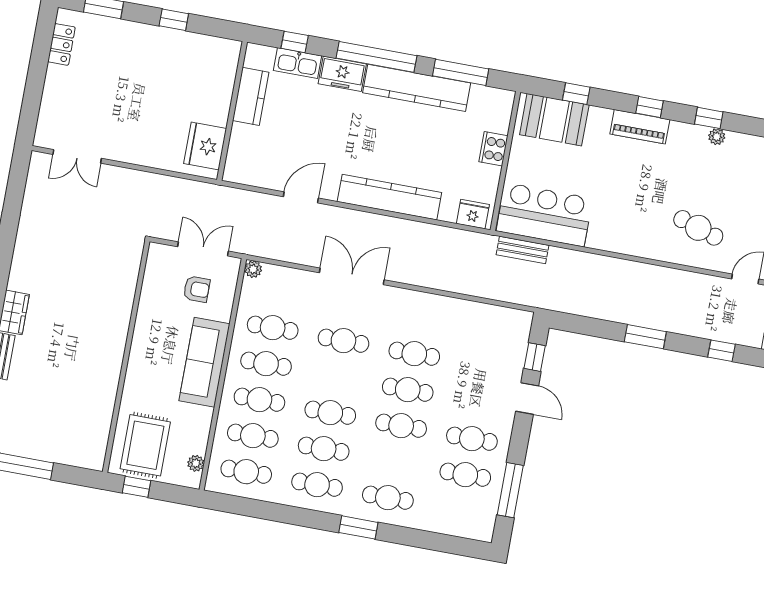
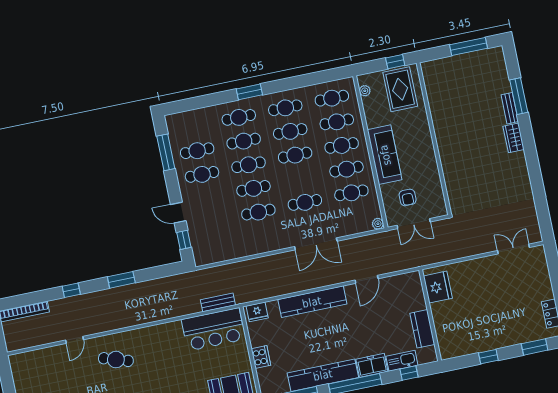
armchair: (197, 289) -> (408, 197), turned -90
cafe table: (394, 462) -> (244, 141), added

